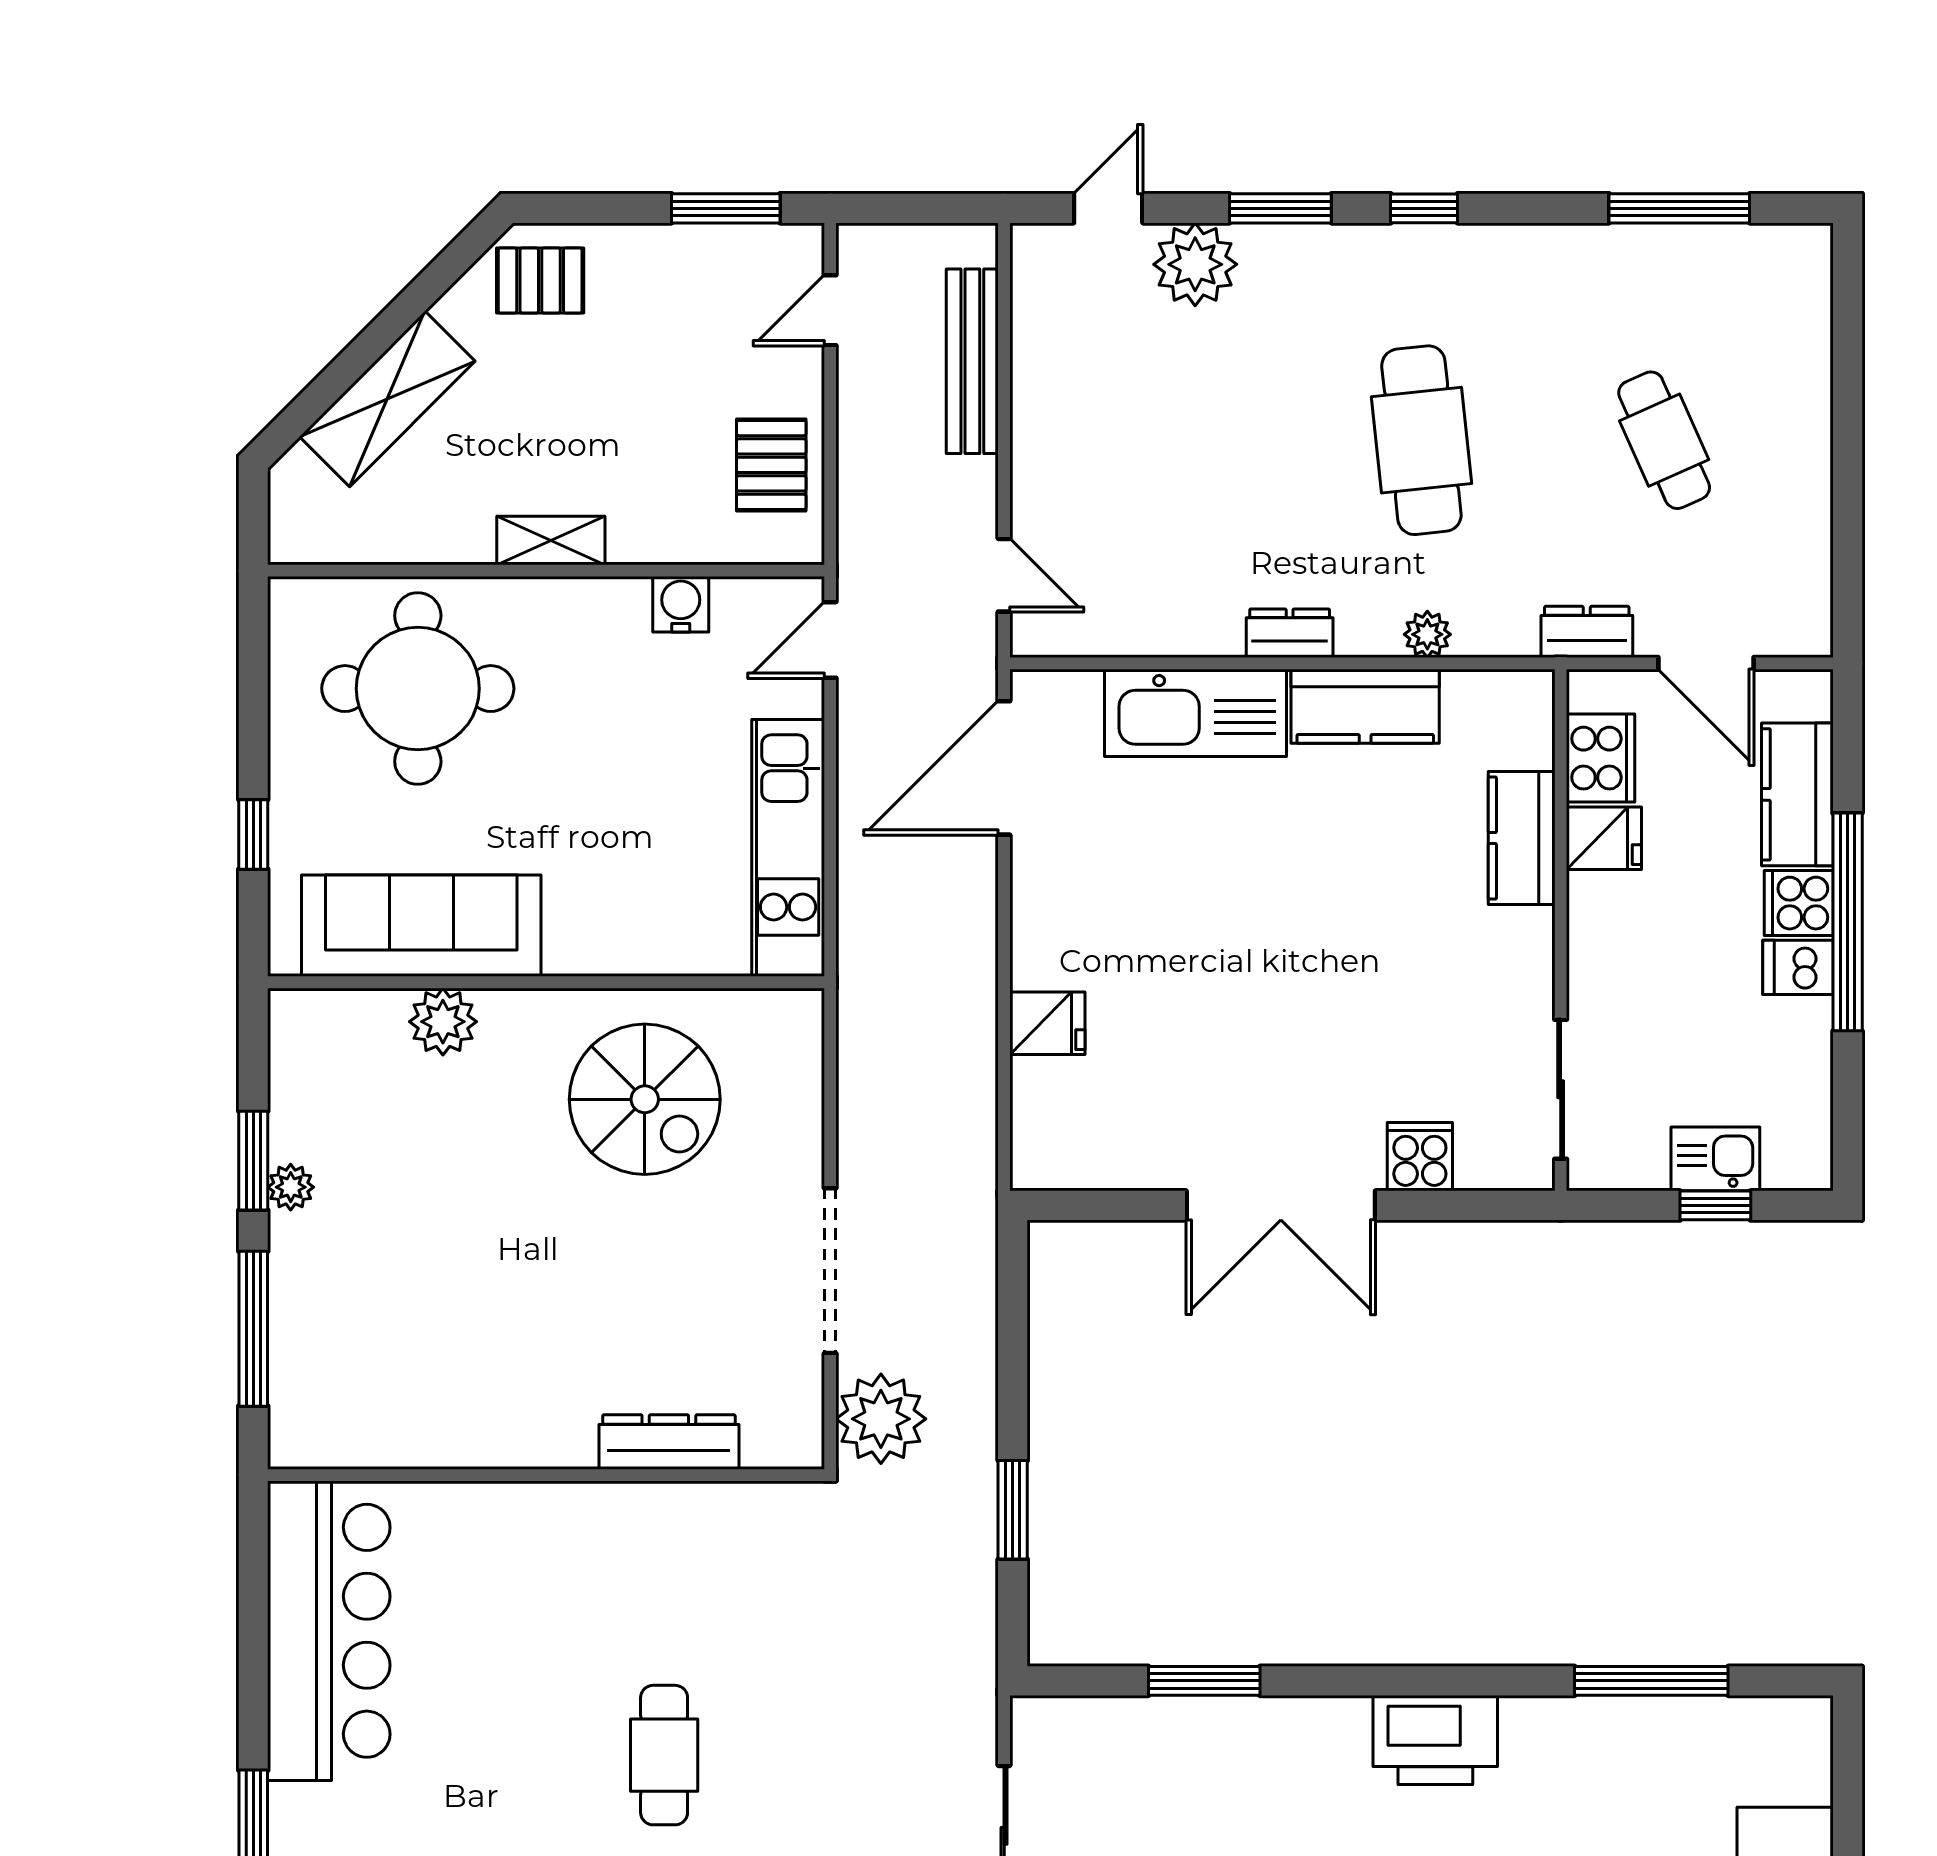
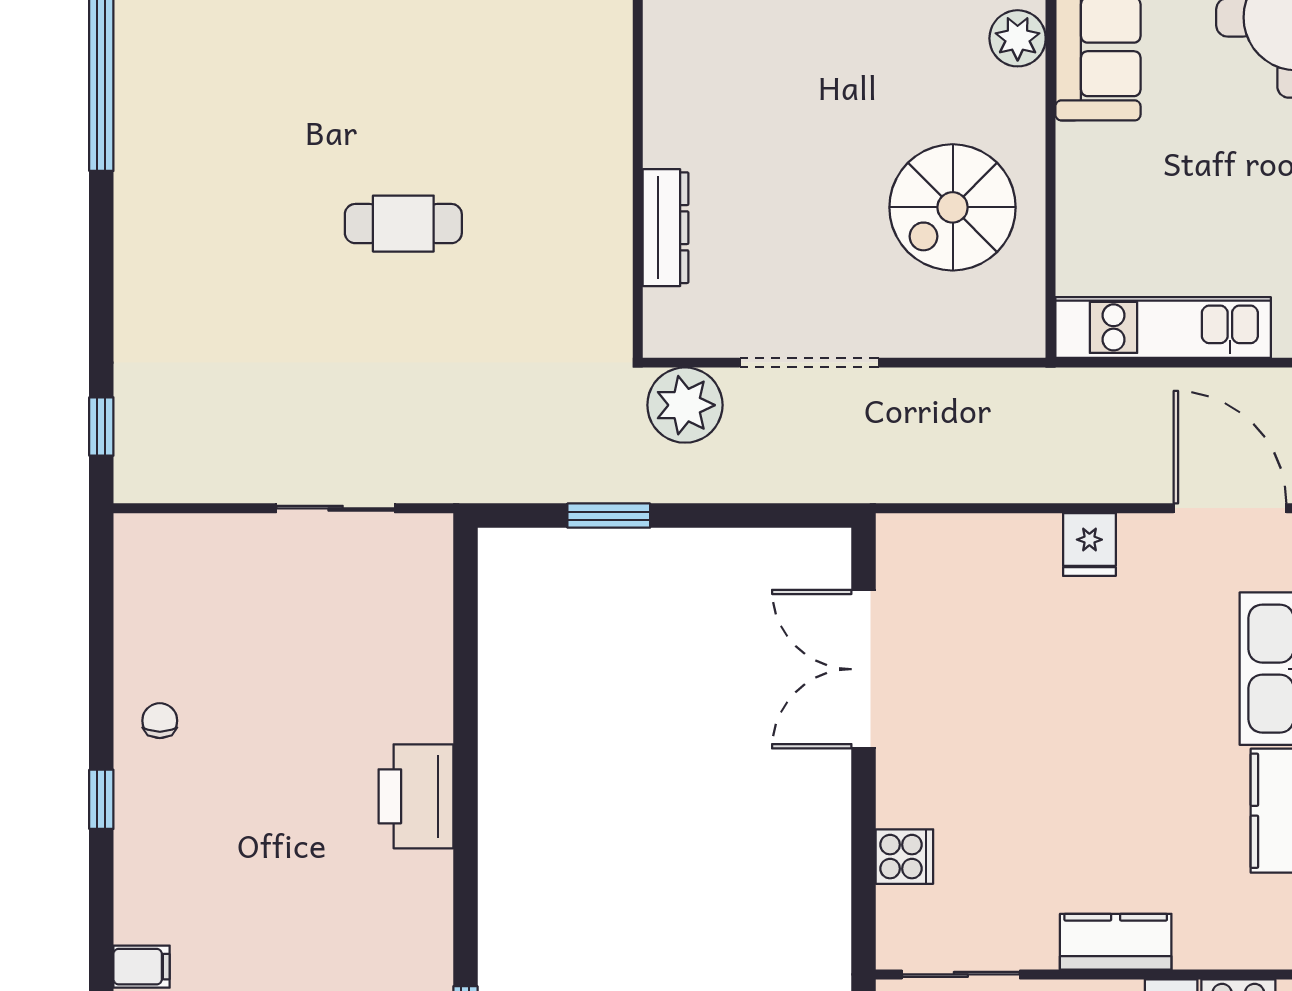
kitchen counter: (1522, 838) -> (1116, 942), moved
fridge: (1047, 1023) -> (1089, 545), moved
double door: (1281, 1205) -> (864, 669), moved
window: (1204, 1681) -> (465, 676), removed
printer: (1435, 1740) -> (416, 796), moved

